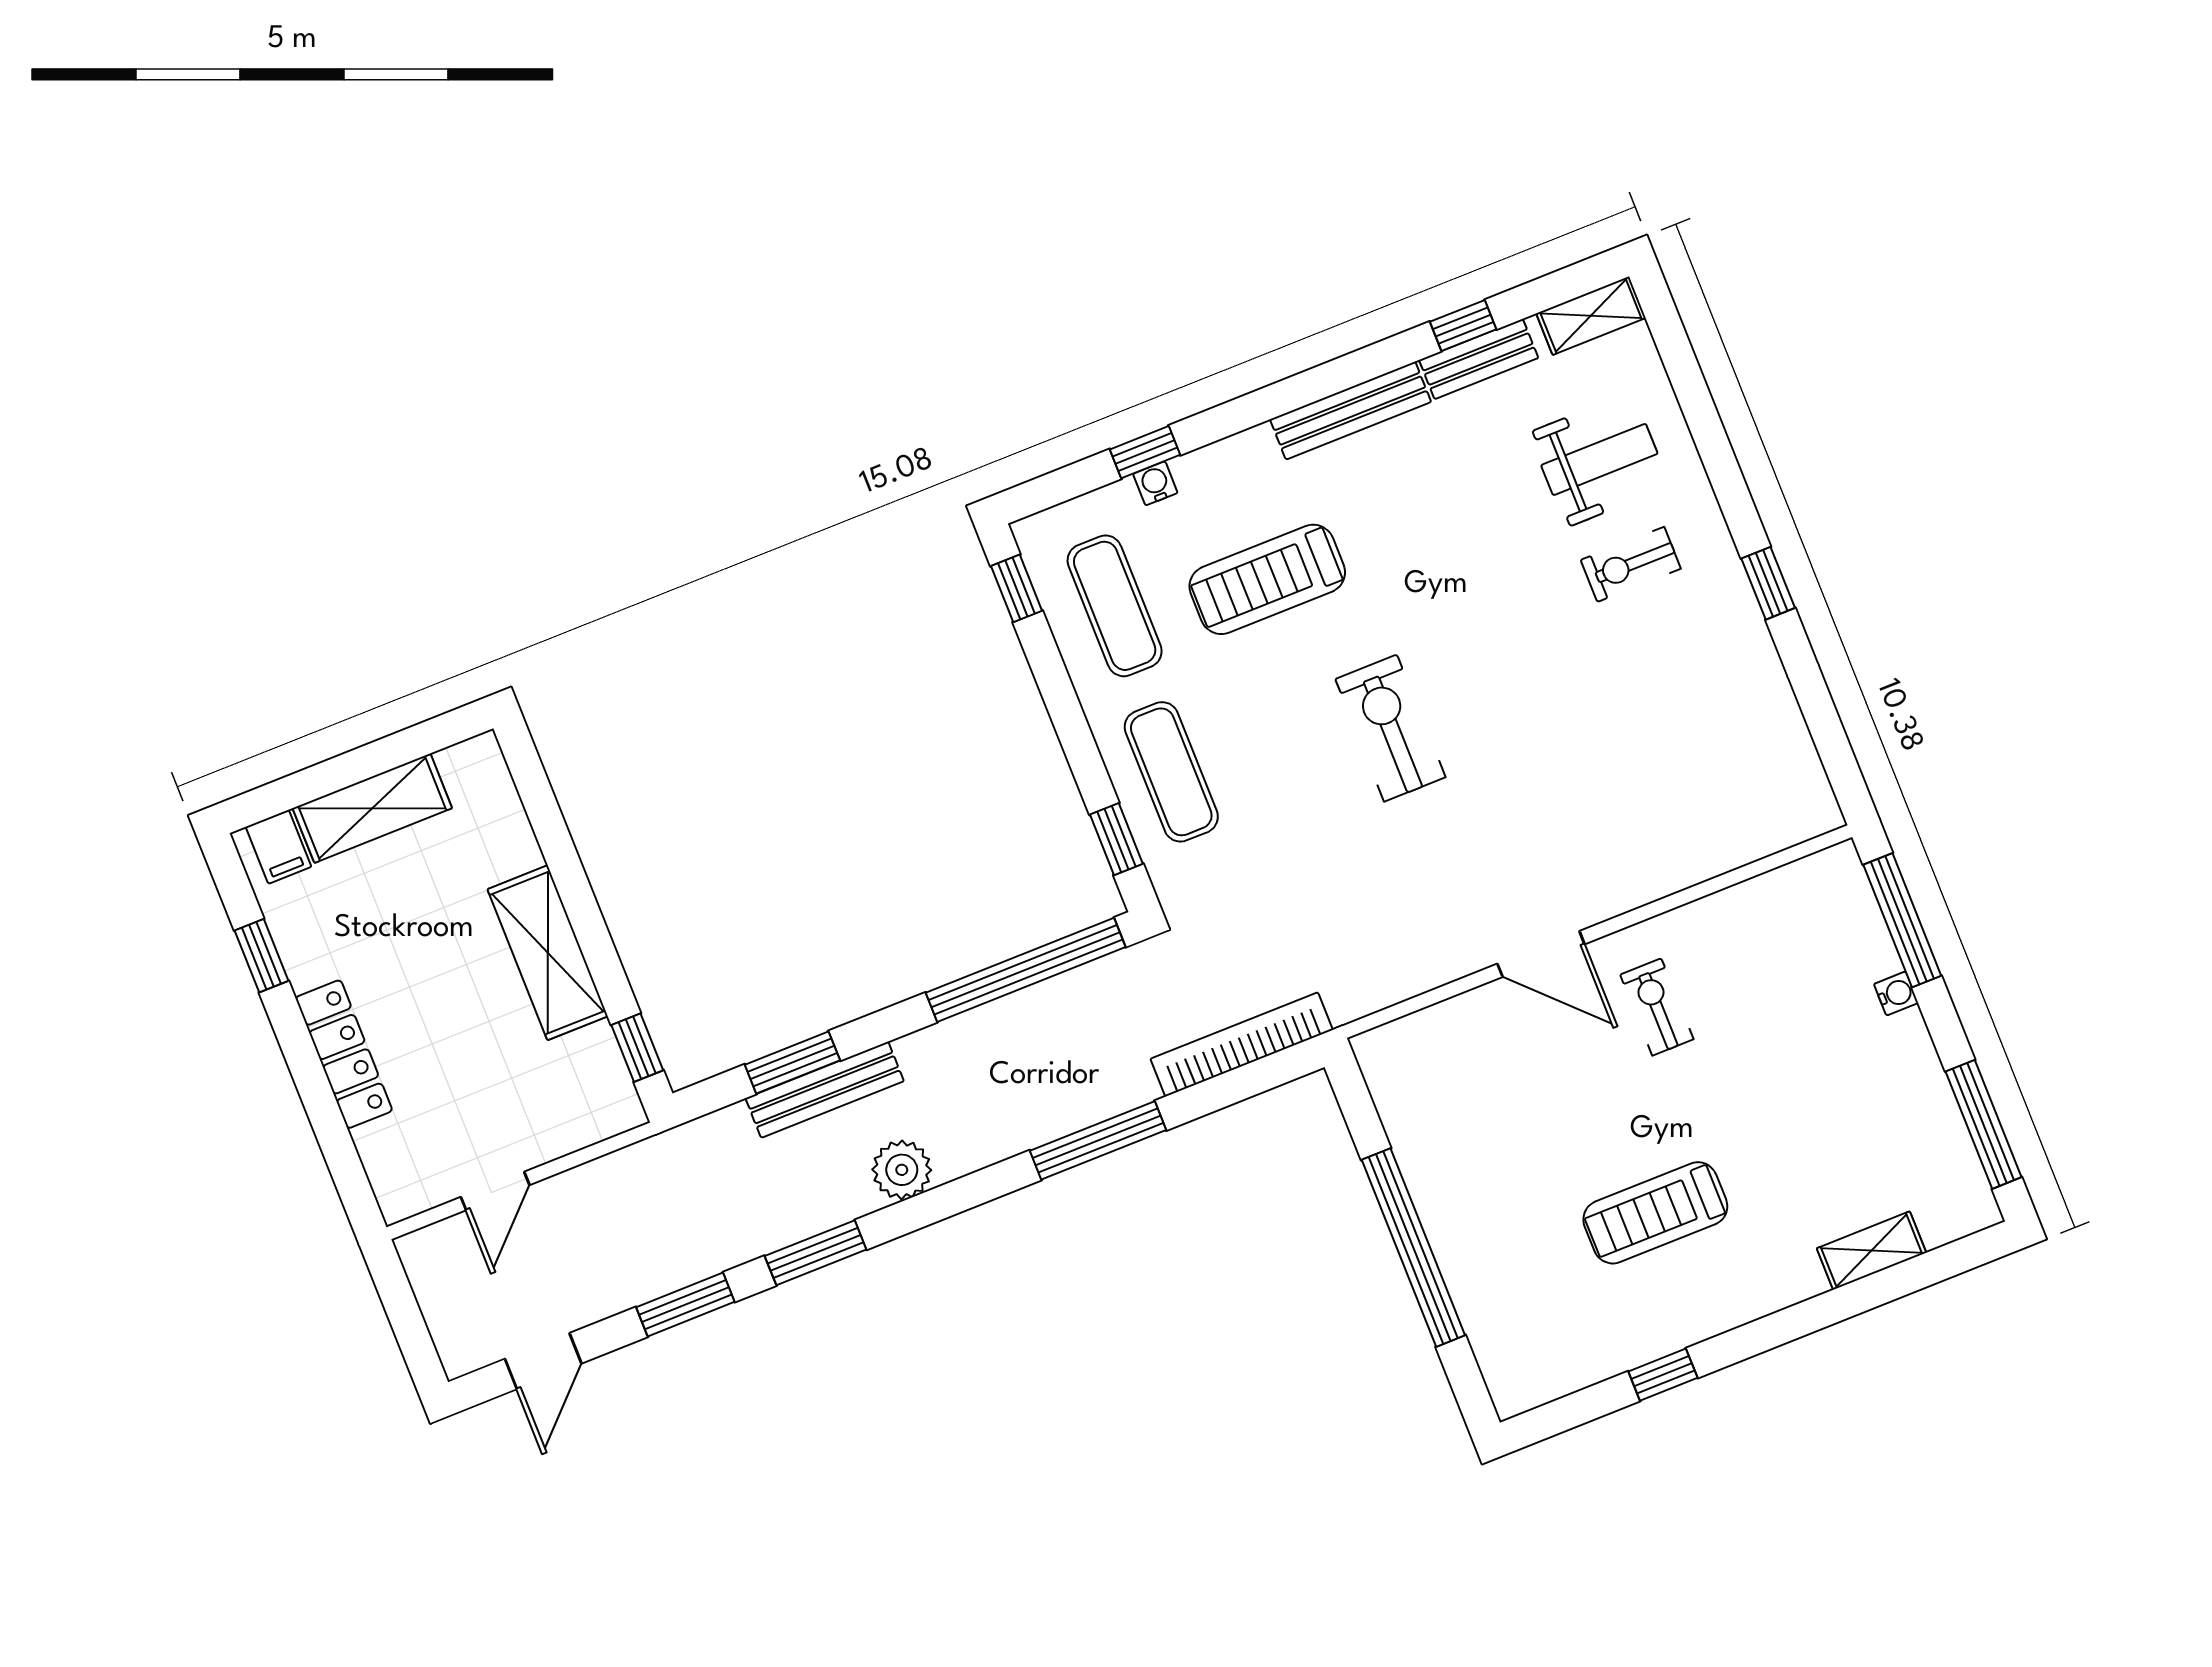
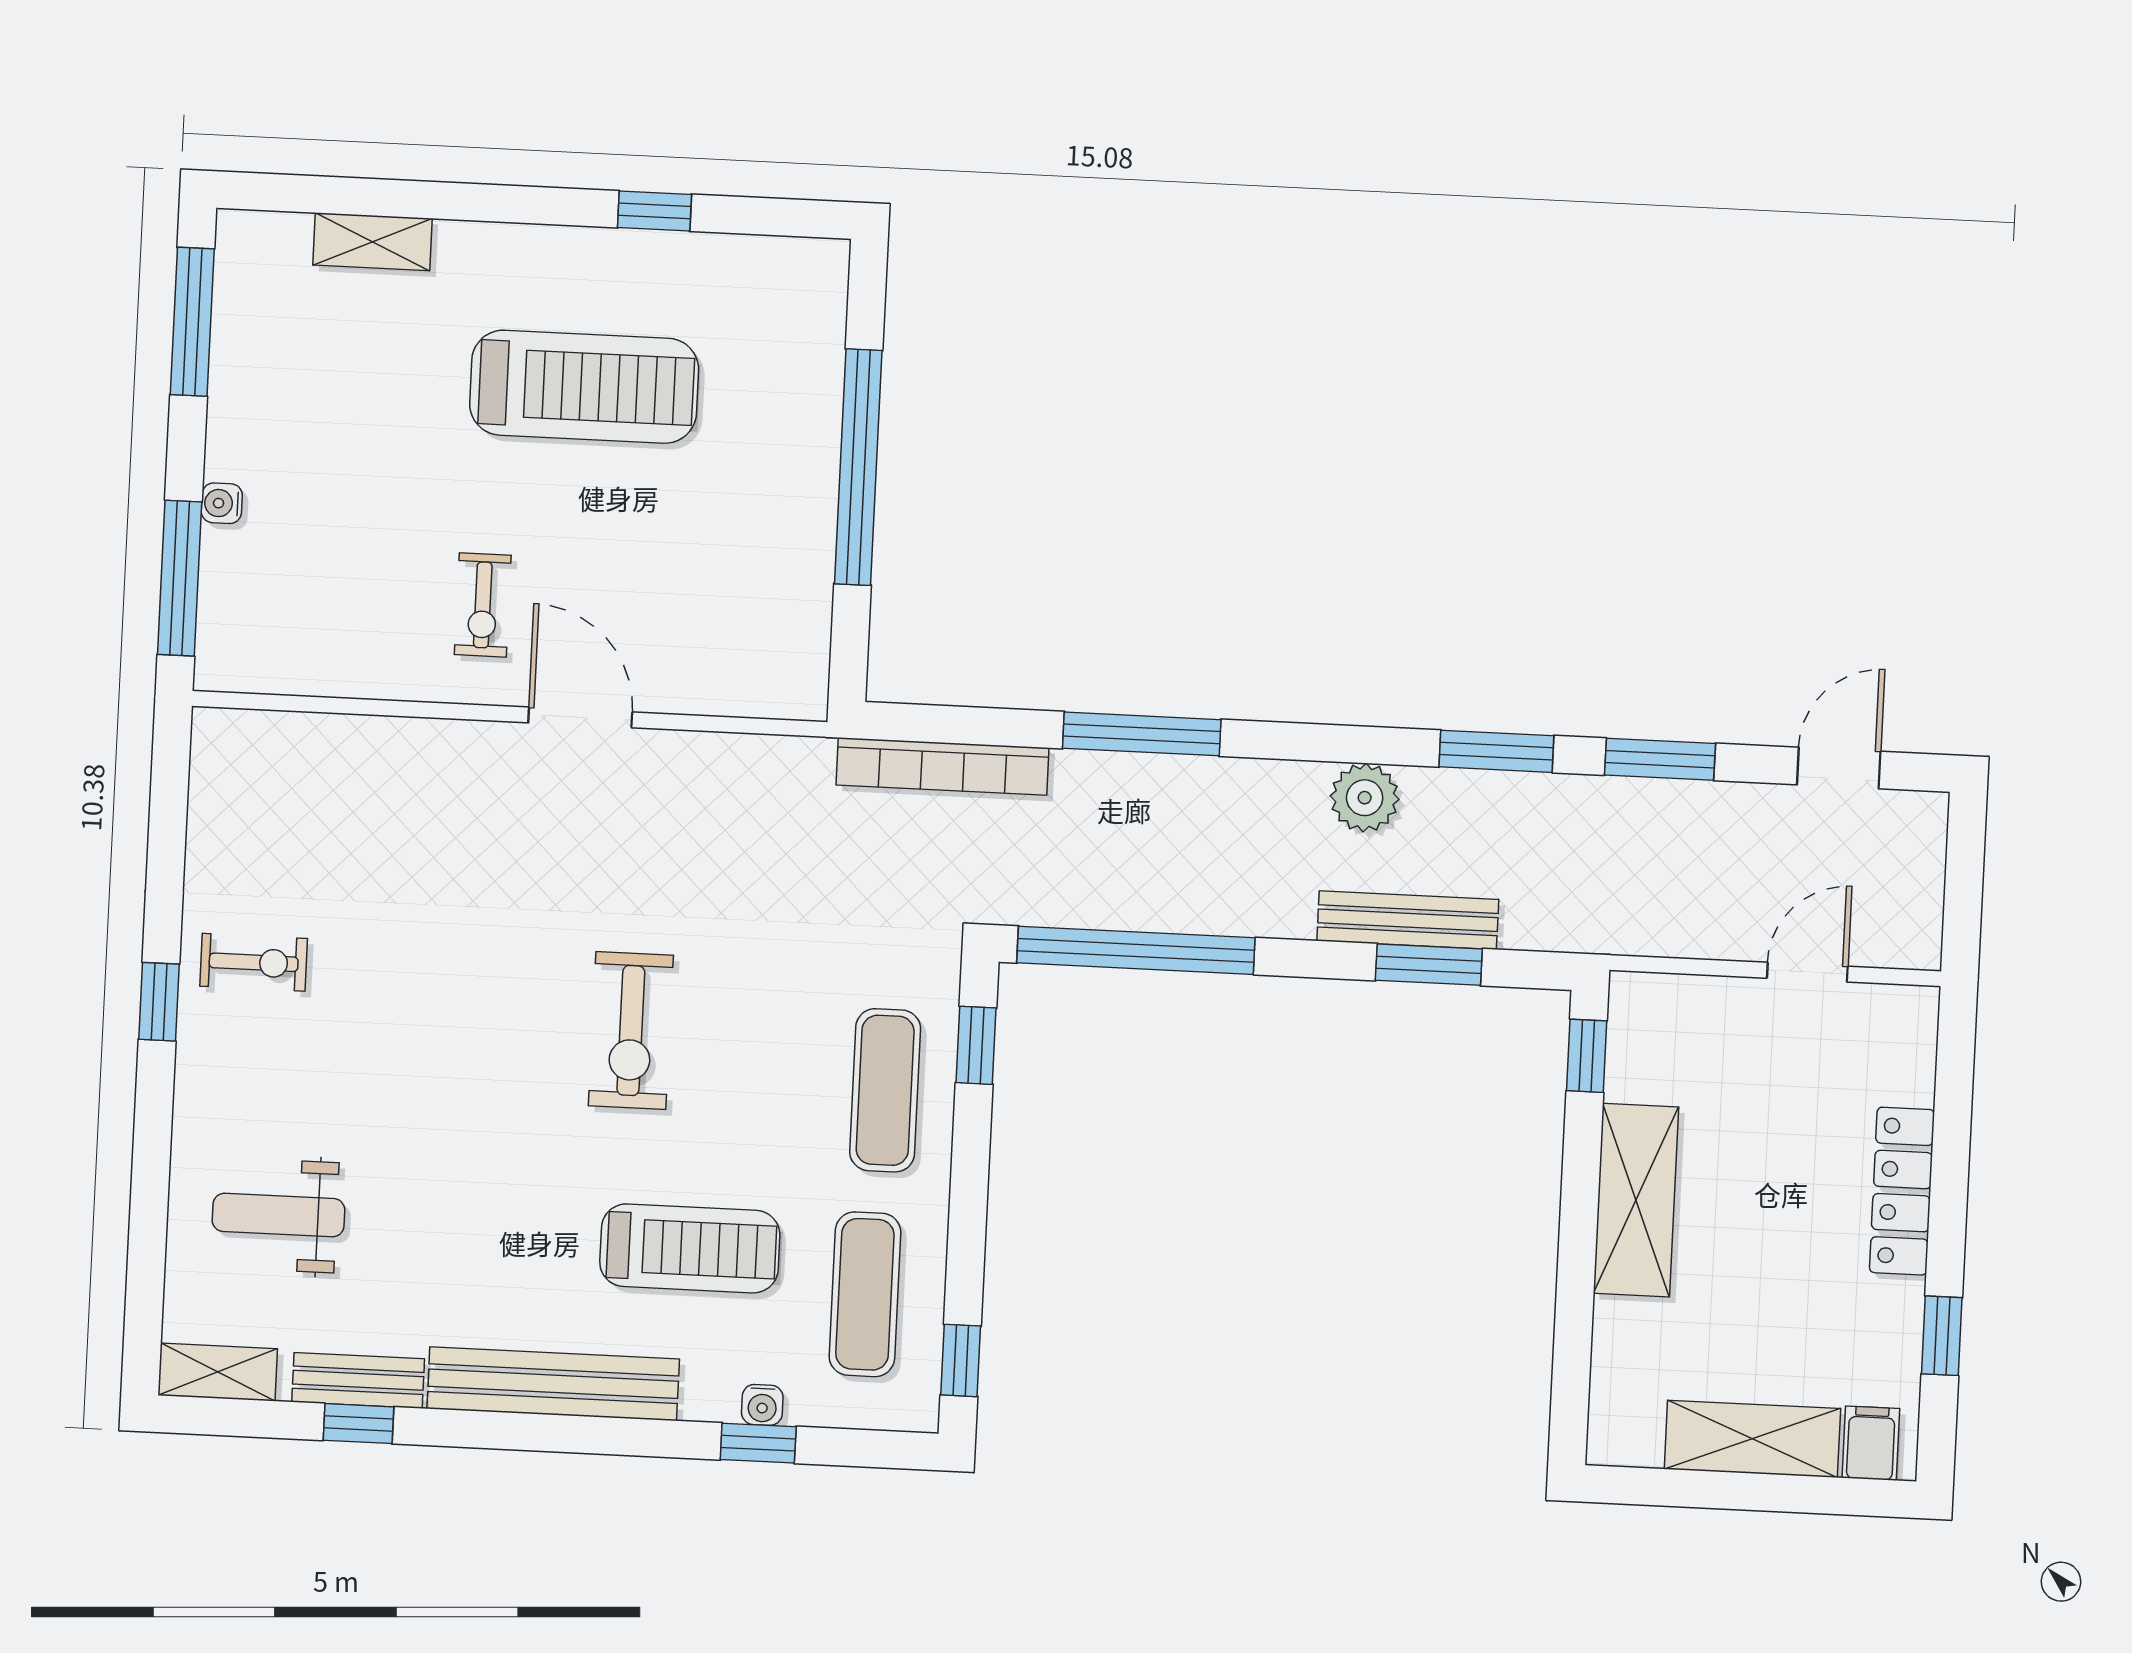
bench: (1351, 411) -> (553, 1384), width x1.37, depth x1.21
exercise bike: (1631, 564) -> (254, 962), moved
treadmill: (1655, 1213) -> (584, 387), width x1.37, depth x1.37

